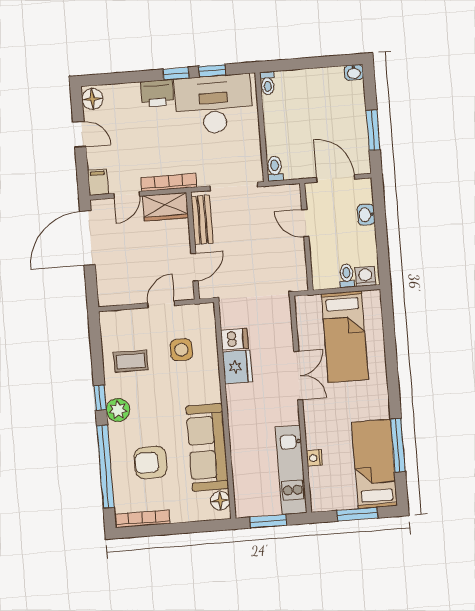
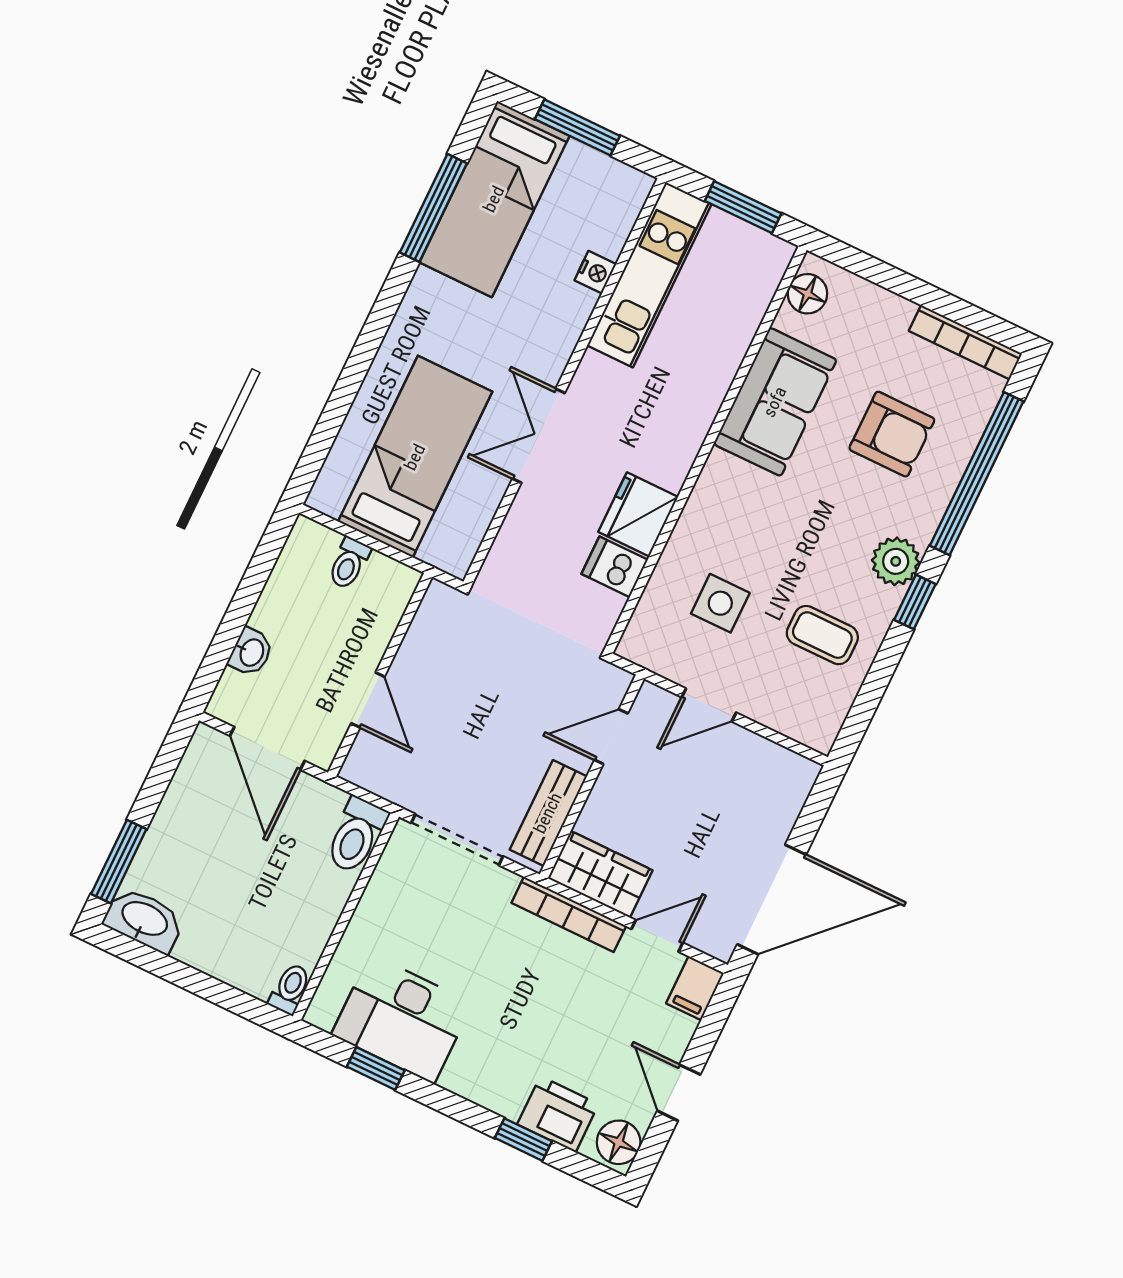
washbasin: (354, 72) -> (144, 920), width x1.91, depth x1.45
window: (176, 74) -> (523, 1140), moved
printer: (157, 93) -> (558, 1114), moved
desk: (214, 104) -> (402, 1019), width x0.73, depth x0.77
window: (373, 130) -> (119, 862), moved
toilet: (275, 169) -> (356, 835), width x1.37, depth x1.39
washing machine: (365, 276) -> (316, 543), removed
sofa: (207, 447) -> (775, 402), width x0.73

